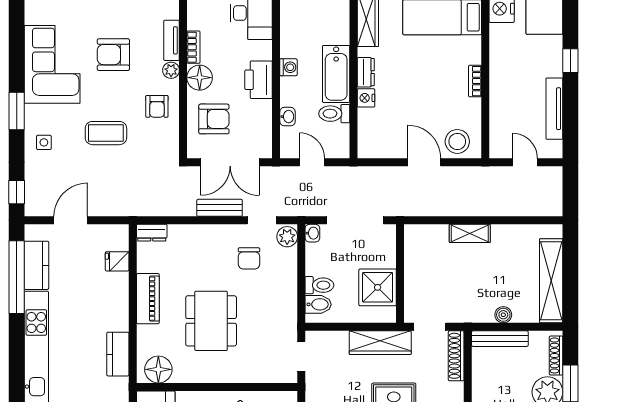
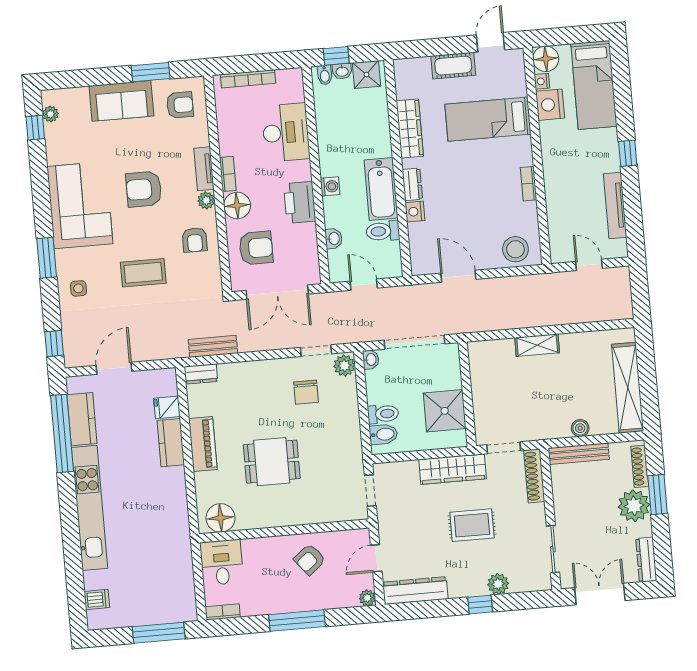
door: (424, 162) -> (458, 276), moved
bench: (220, 208) -> (213, 346), moved
dining table: (211, 321) -> (272, 462), width x0.73
kitchen counter: (118, 354) -> (171, 443), moved

